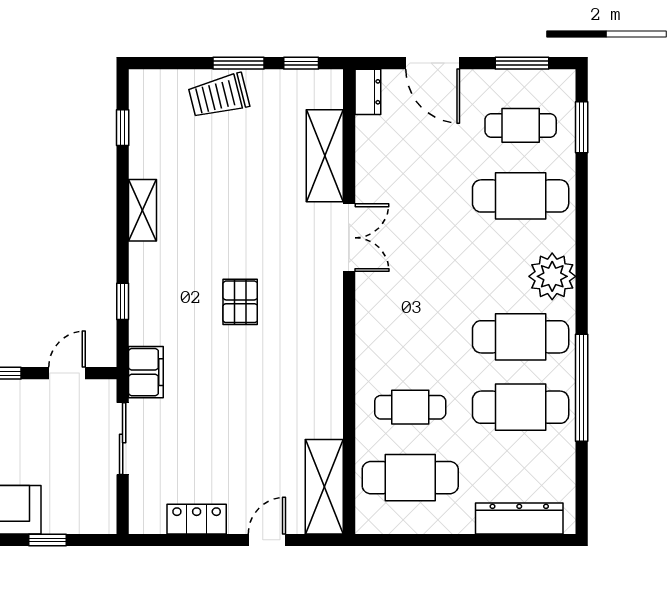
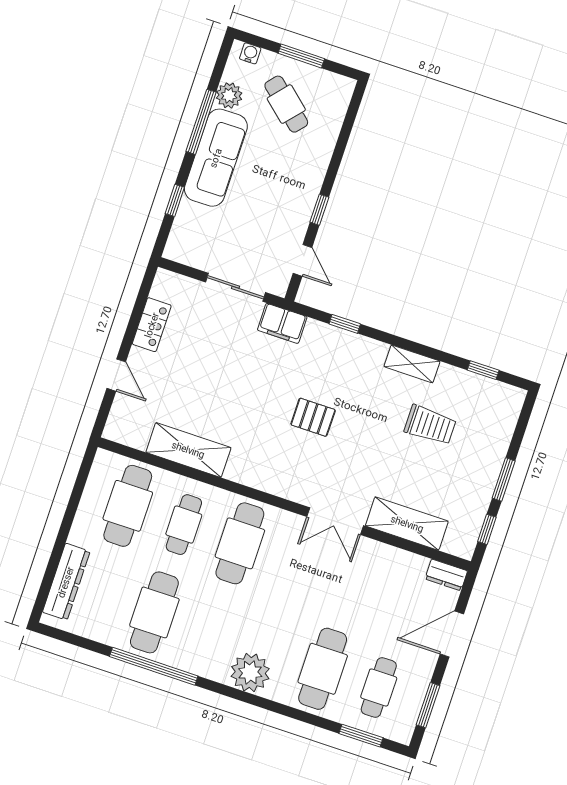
trolley: (219, 96) -> (430, 425), moved, turned 104
cafe table: (521, 337) -> (240, 543), moved
shelving: (324, 487) -> (188, 450), moved

